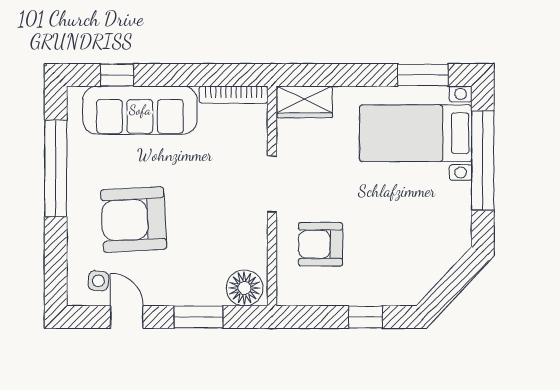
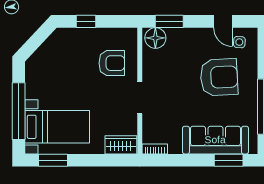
window: (117, 75) -> (229, 160), width x1.50
bookcase: (233, 95) -> (155, 149), width x0.64
window: (199, 317) -> (169, 21), moved

